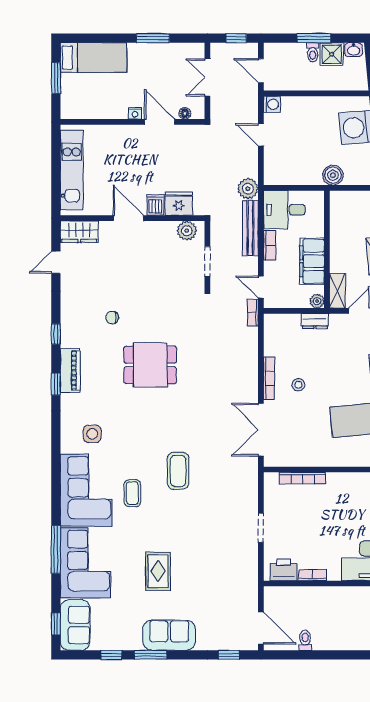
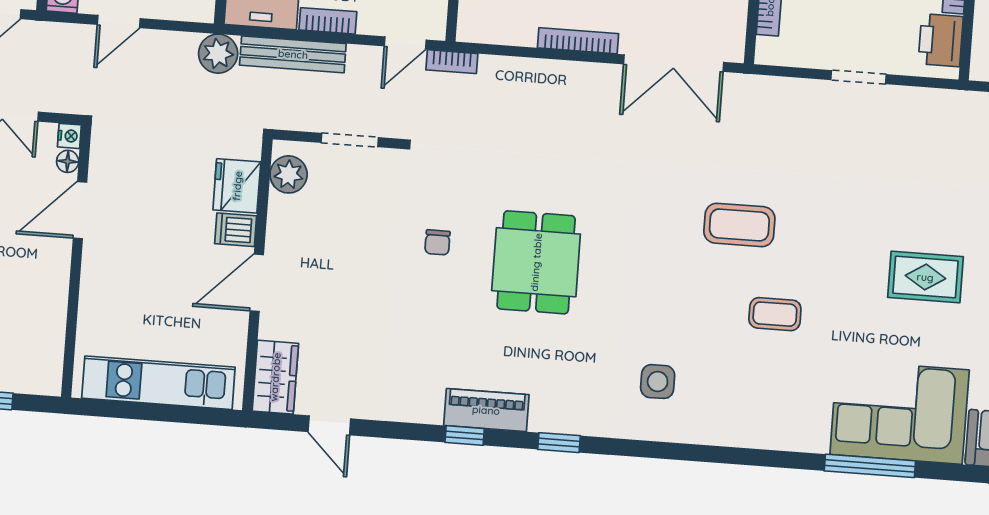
nightstand: (135, 113) -> (69, 136), moved
chair: (112, 318) -> (437, 242), moved
piano: (70, 370) -> (486, 410), moved
corner sofa: (86, 490) -> (763, 401), removed

